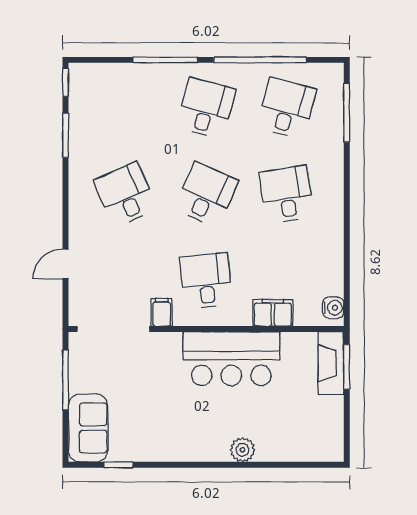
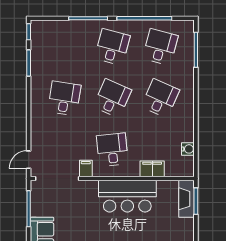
desk: (126, 194) -> (64, 98), turned 33
desk: (287, 194) -> (160, 98), turned 33
door: (66, 264) -> (29, 160), moved
water cooler: (333, 308) -> (188, 149), moved

